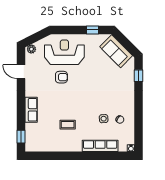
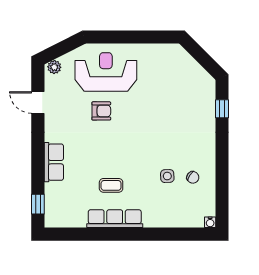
window: (93, 30) -> (150, 37), removed
sofa: (116, 51) -> (187, 70), removed
row of seats: (100, 146) -> (115, 219), moved

